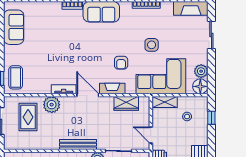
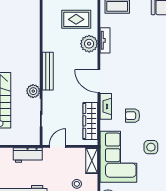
tv unit: (64, 89) -> (105, 40), moved
door: (88, 95) -> (99, 81), swing flipped
wardrobe: (126, 103) -> (90, 121), width x1.50

